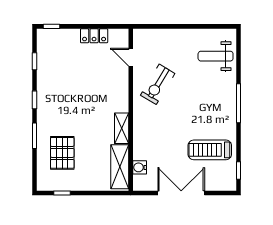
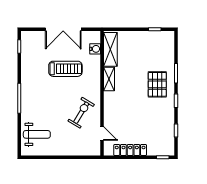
locker: (94, 36) -> (130, 150), width x1.53
treadmill: (210, 150) -> (65, 69), moved
pallet: (62, 153) -> (157, 84), moved

